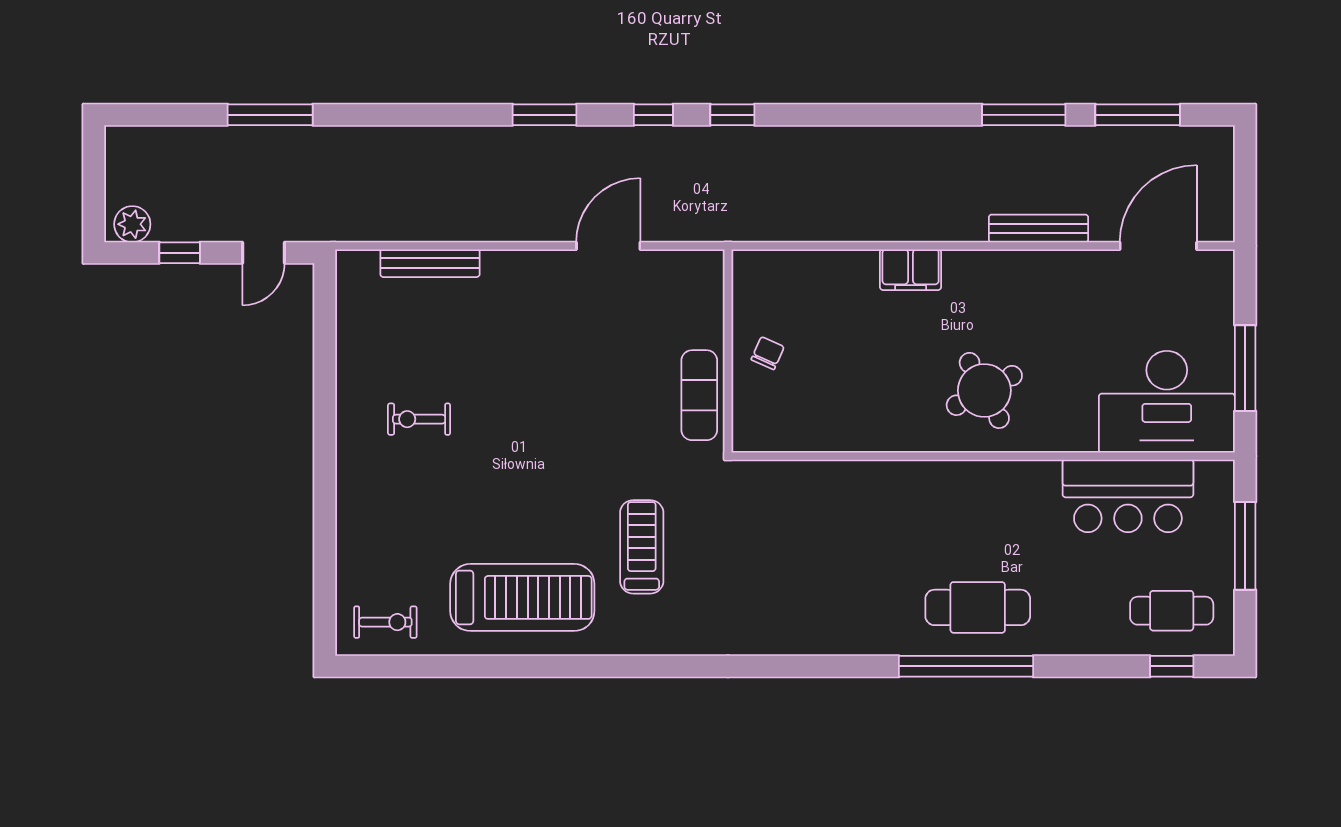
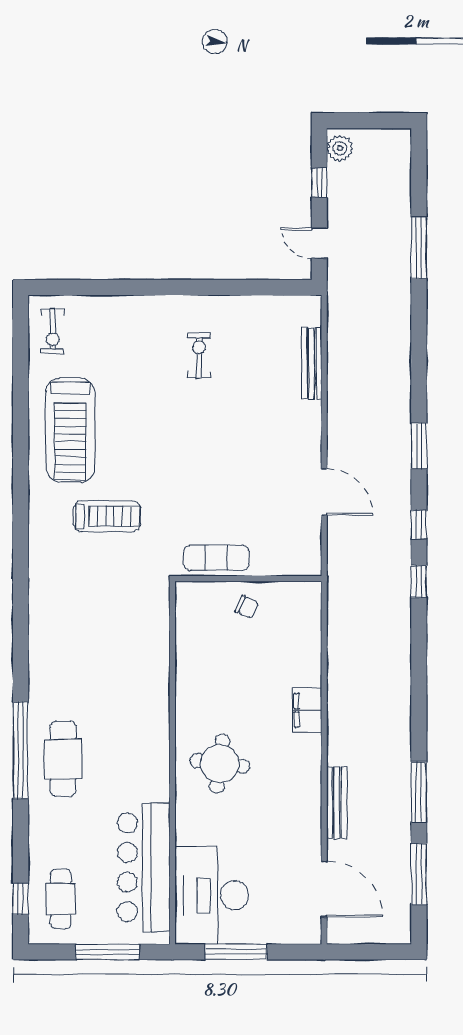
round table: (984, 390) -> (220, 764), turned 35
bar counter: (1128, 496) -> (144, 867), width x1.36

